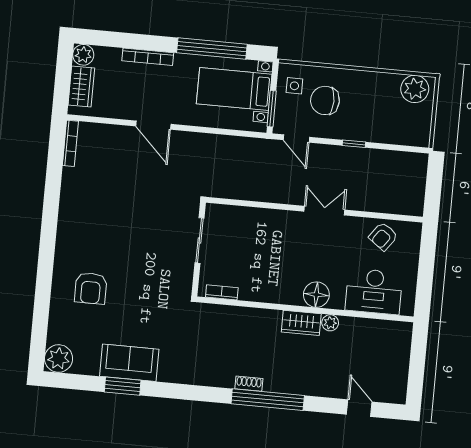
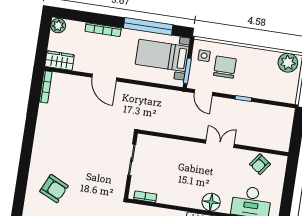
wardrobe: (81, 87) -> (59, 61), moved, turned -90
chair: (325, 100) -> (225, 67), turned 90
armchair: (91, 288) -> (54, 189), turned -65

